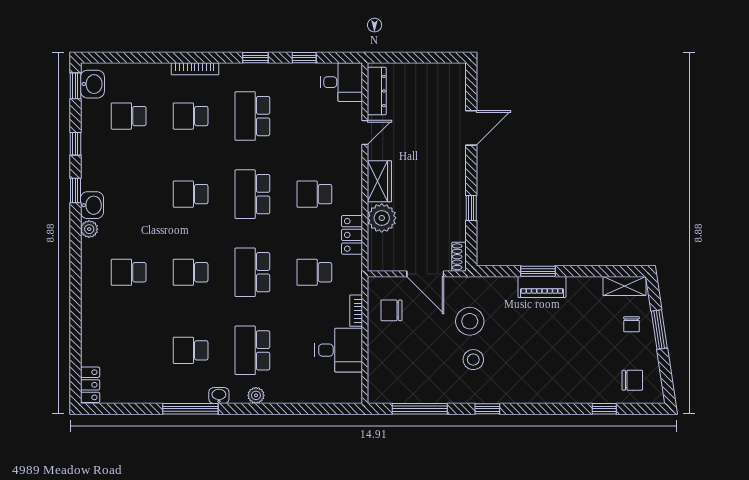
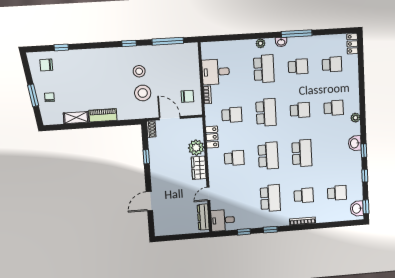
school desk: (191, 194) -> (302, 153), width x1.85
plant: (89, 229) -> (355, 118), moved
window: (538, 271) -> (106, 124), removed
shelving: (624, 286) -> (76, 118), moved
school desk: (129, 350) -> (332, 64), added

